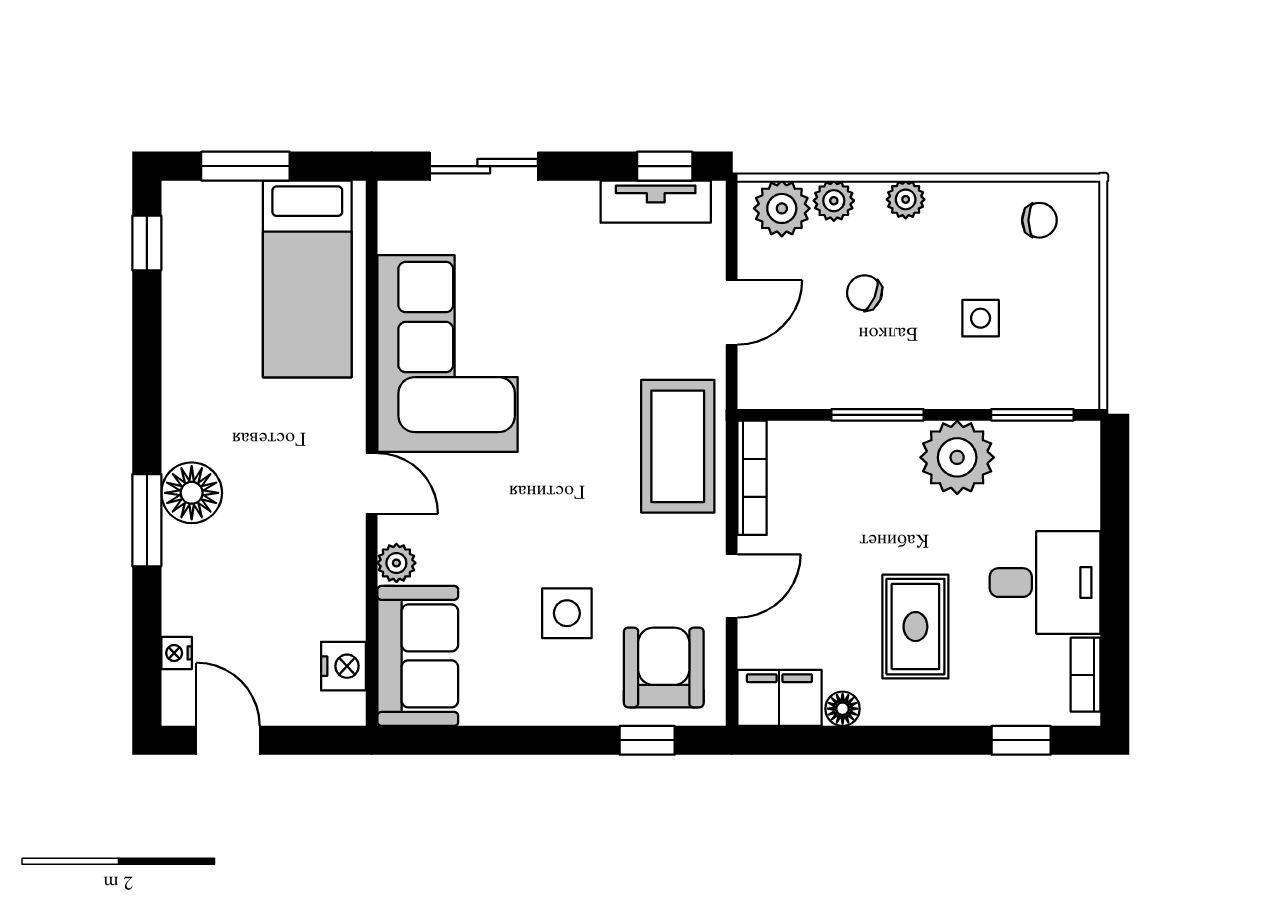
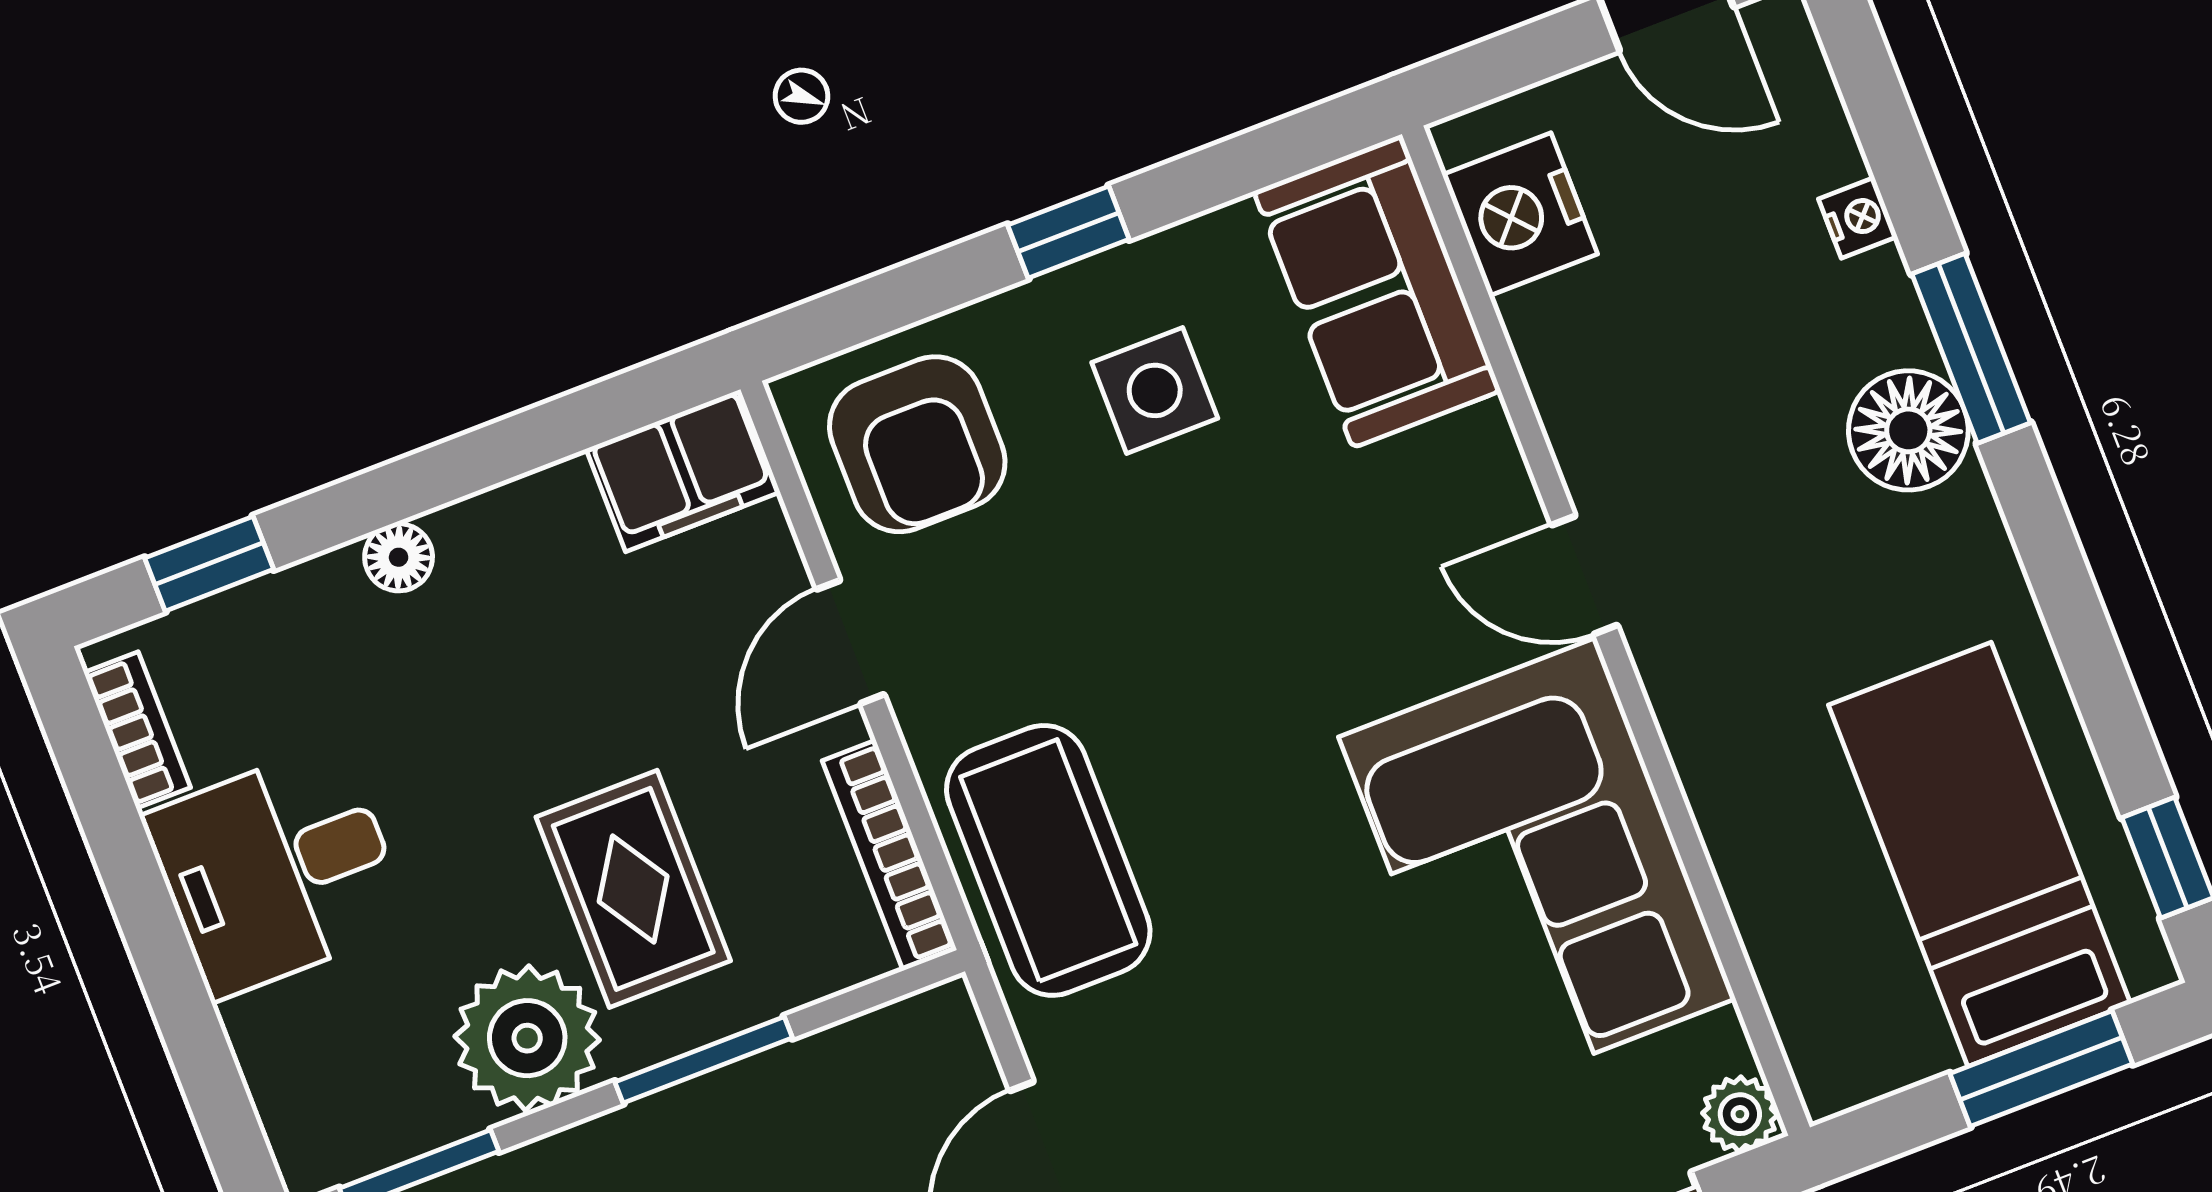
bed: (307, 279) -> (1980, 854), moved
plant: (396, 563) -> (1740, 1114), moved
side table: (567, 613) -> (1155, 390), moved
rug: (915, 627) -> (633, 889), moved
nightstand: (177, 653) -> (1858, 218), moved
nightstand: (343, 666) -> (1520, 214), width x1.36, depth x1.33
floor lamp: (843, 709) -> (399, 557), moved
window: (647, 740) -> (1068, 232), moved

